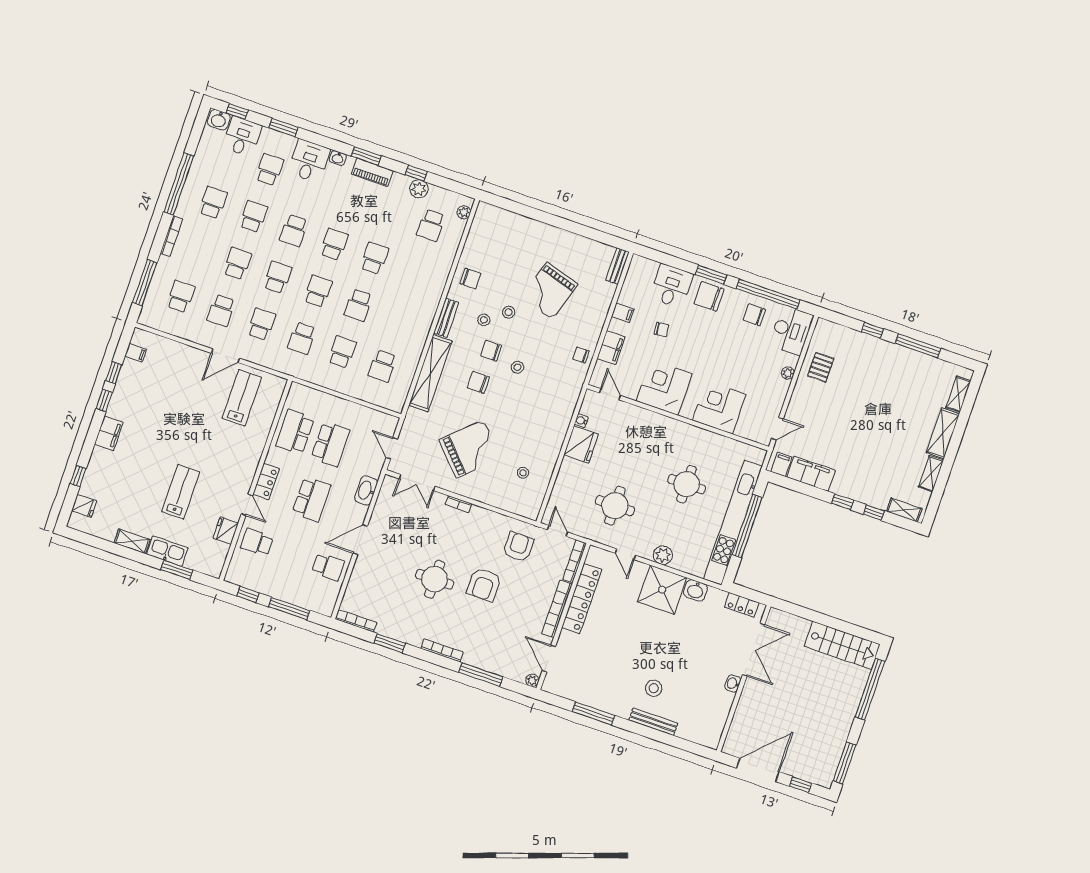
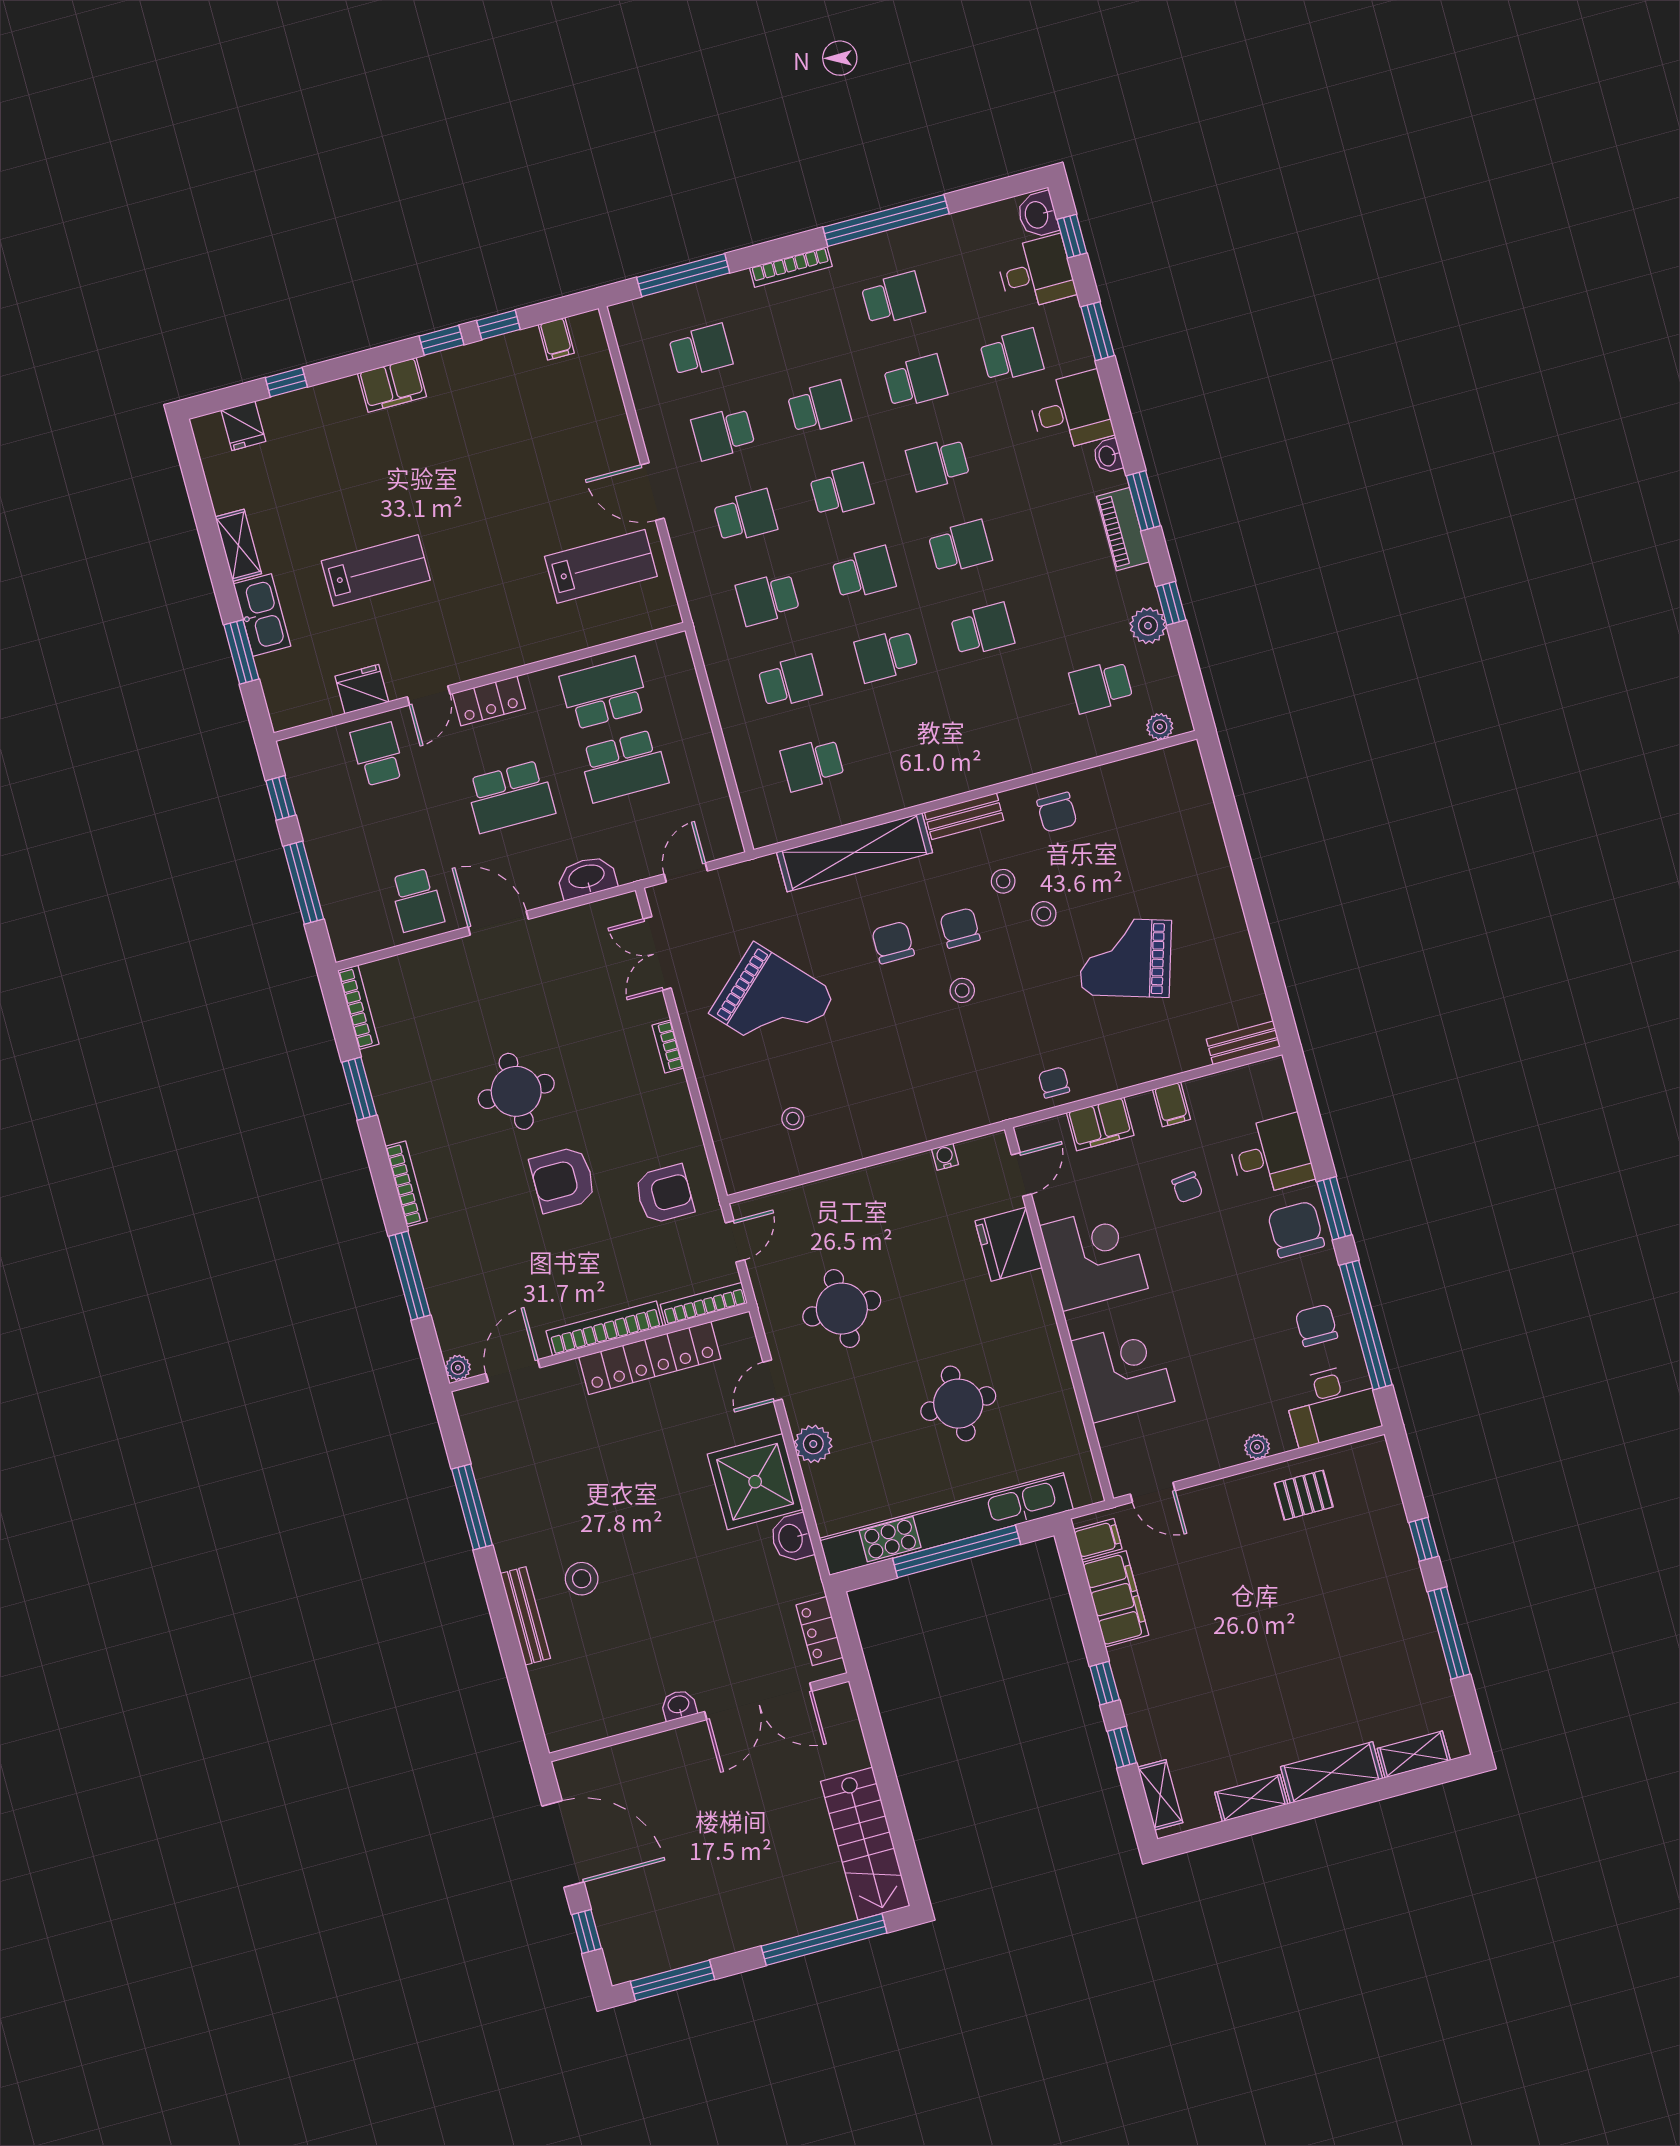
fridge: (581, 444) -> (1009, 1244), moved, turned 90

